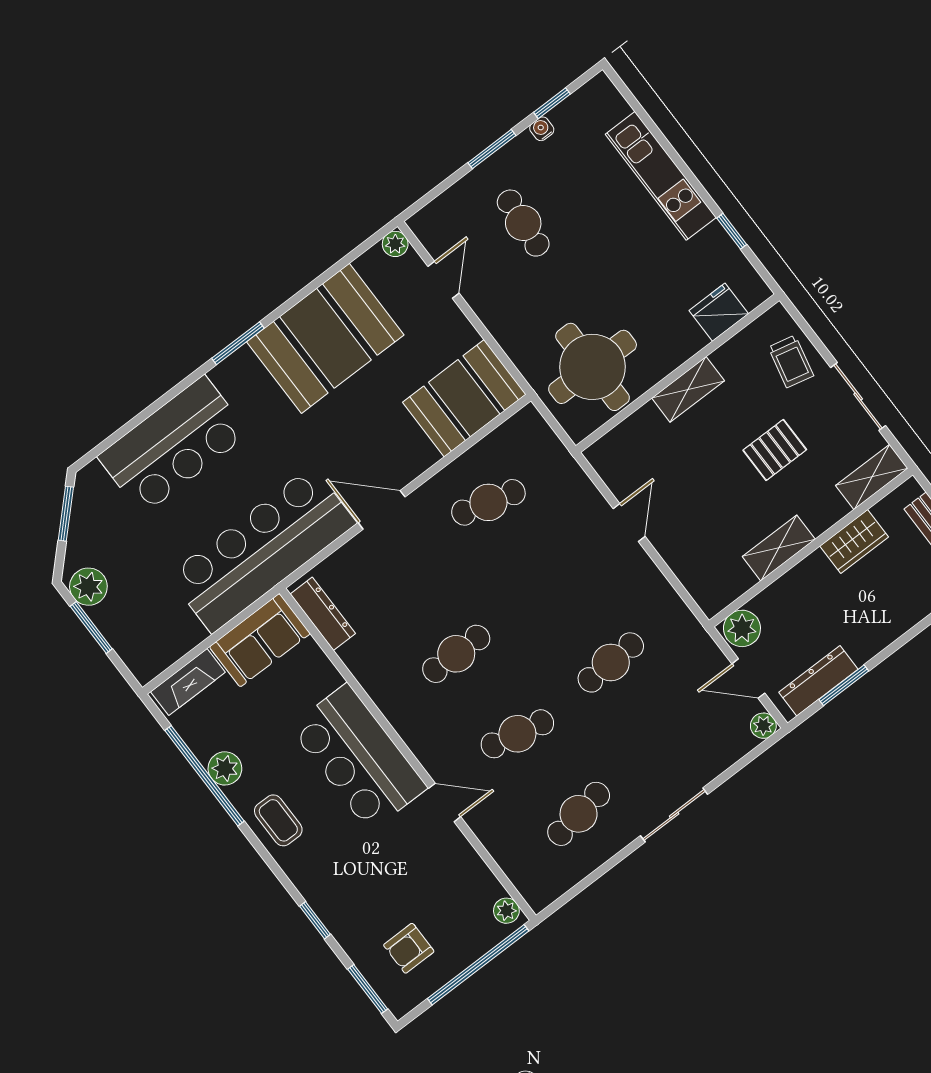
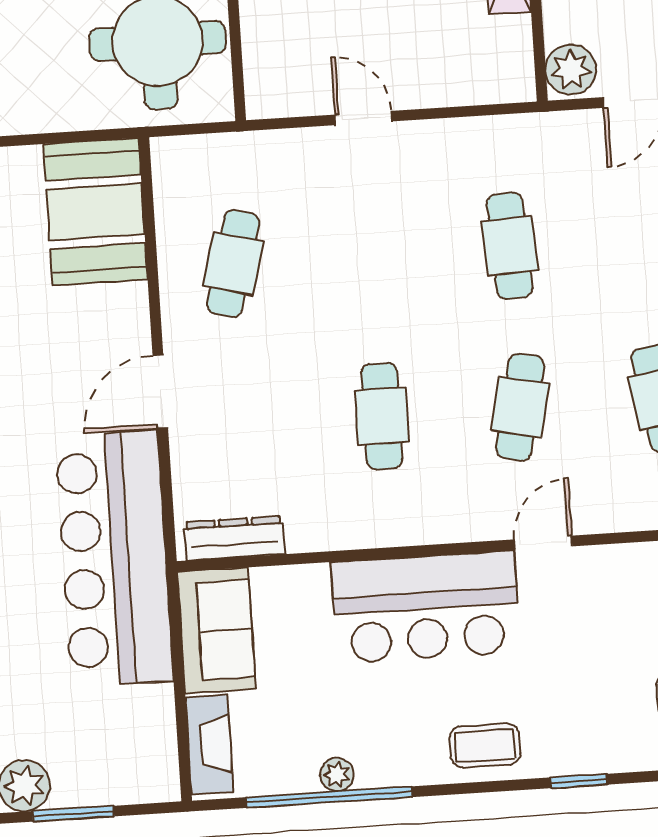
plant: (225, 768) -> (337, 775), width x0.73, depth x0.73
coffee table: (278, 820) -> (485, 745), moved

